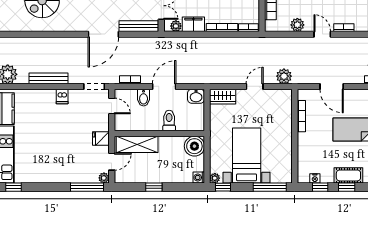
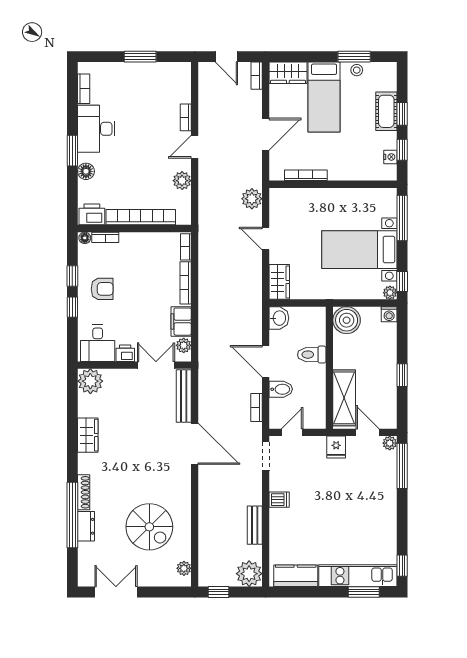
plant: (11, 26) -> (184, 568), added
bench: (48, 78) -> (255, 525), width x0.73

